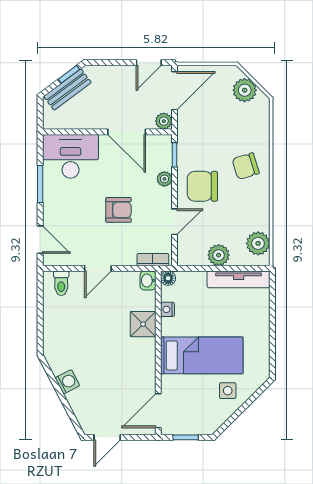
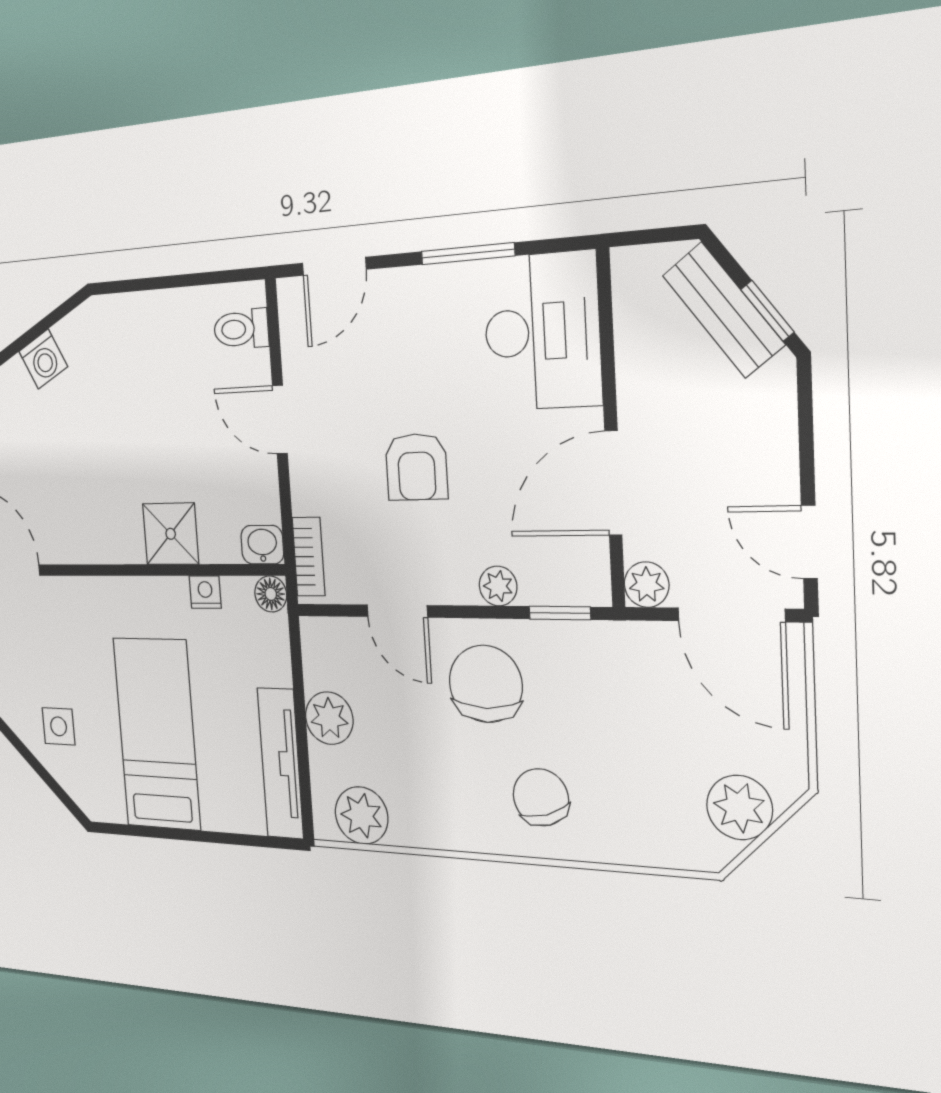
bed: (202, 355) -> (157, 734), moved, turned 180

